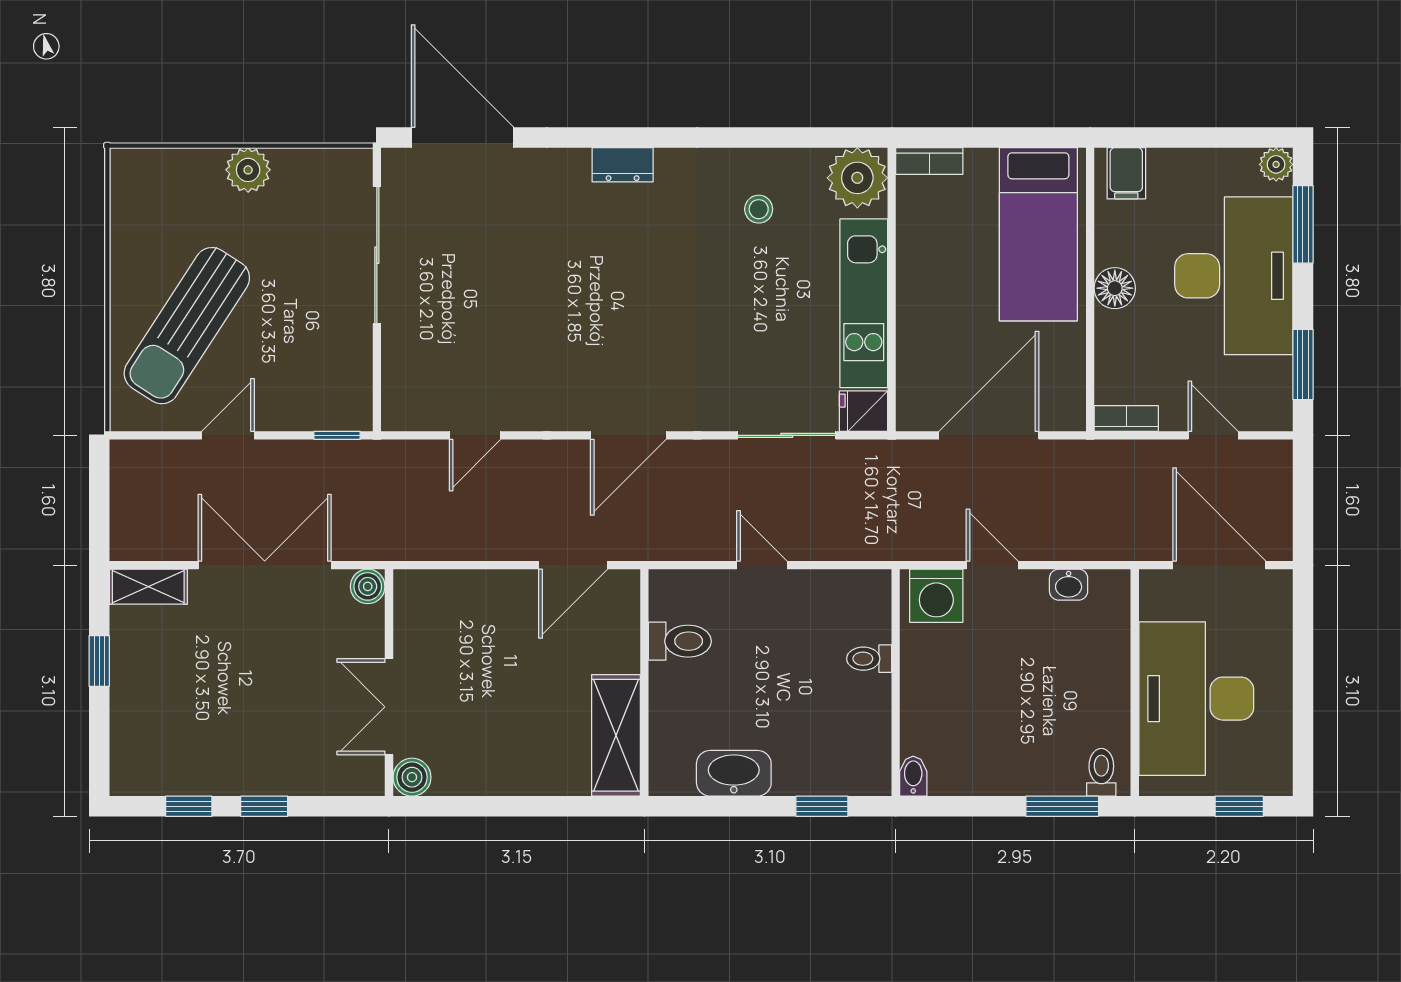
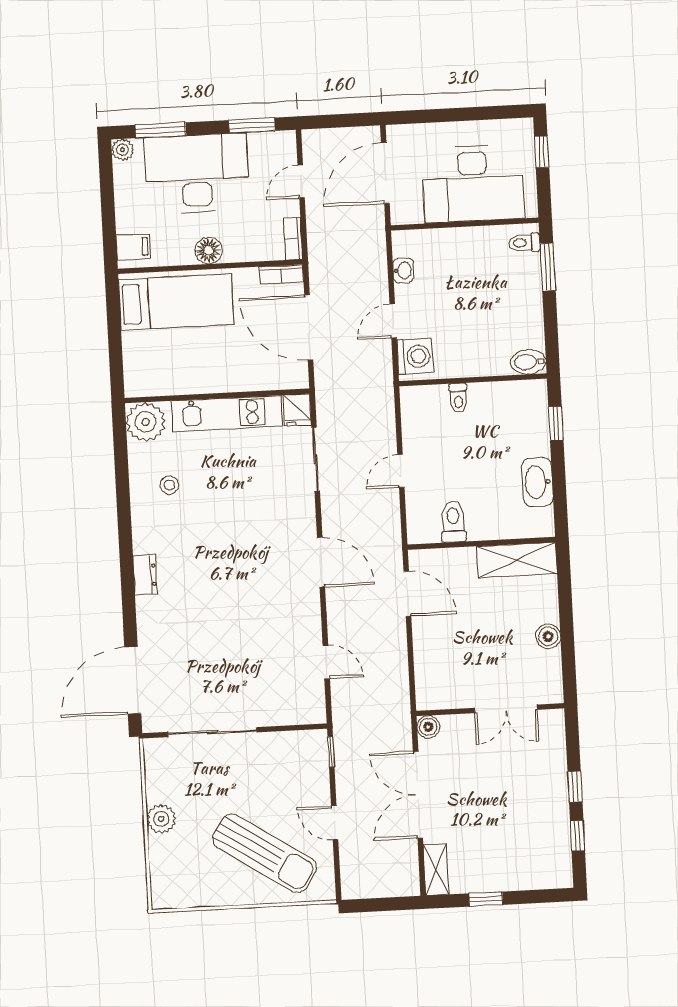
bookcase: (929, 161) -> (281, 274), moved, turned 90
bidet: (913, 776) -> (528, 362), width x1.38, depth x1.36
boiler: (412, 777) -> (548, 636), moved

